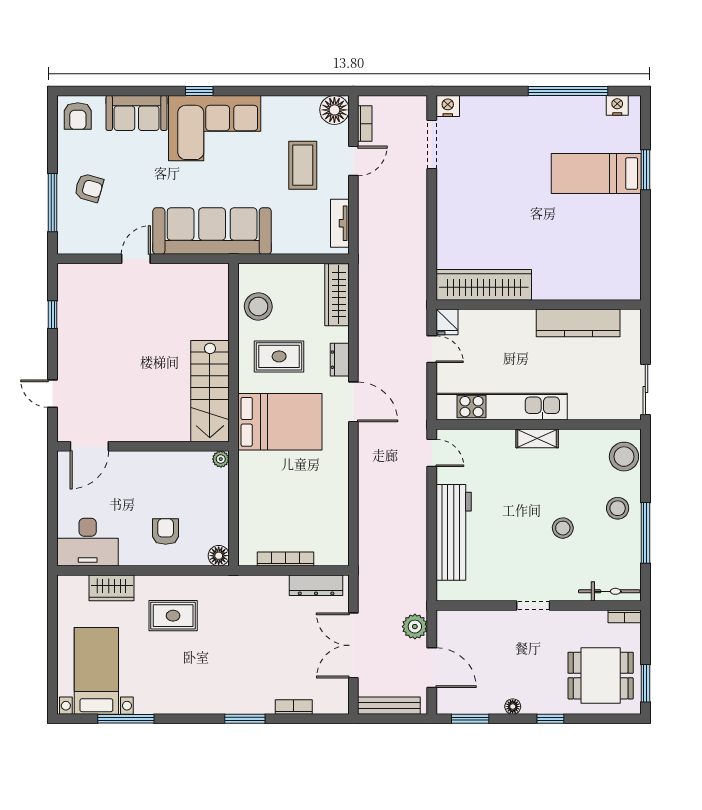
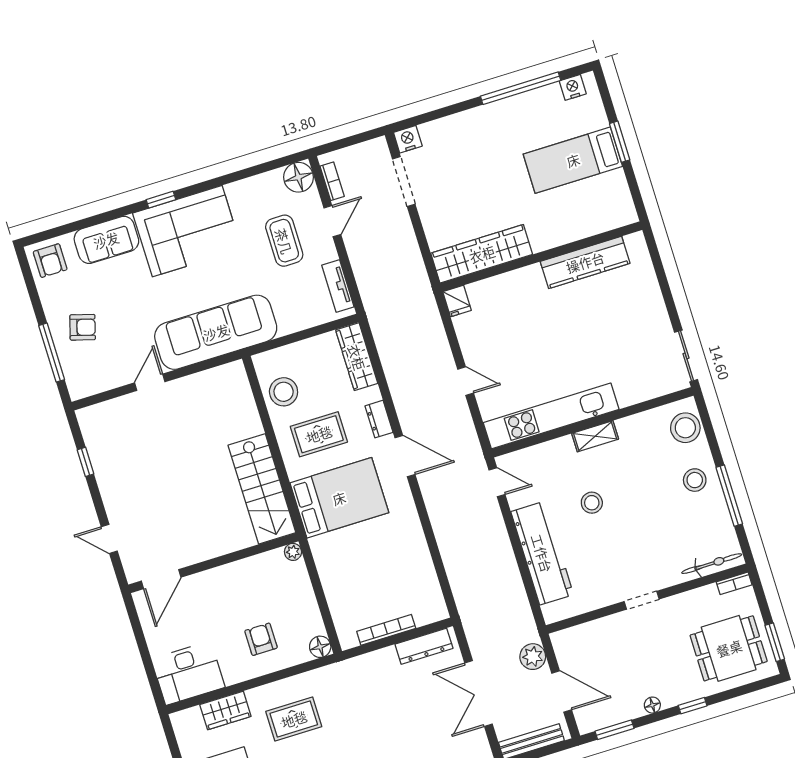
wardrobe: (484, 285) -> (482, 254), moved
wall: (539, 305) -> (541, 257), moved
fridge: (447, 322) -> (457, 301), moved
kitchen counter: (578, 323) -> (585, 262), moved
stool: (563, 528) -> (592, 503), moved

